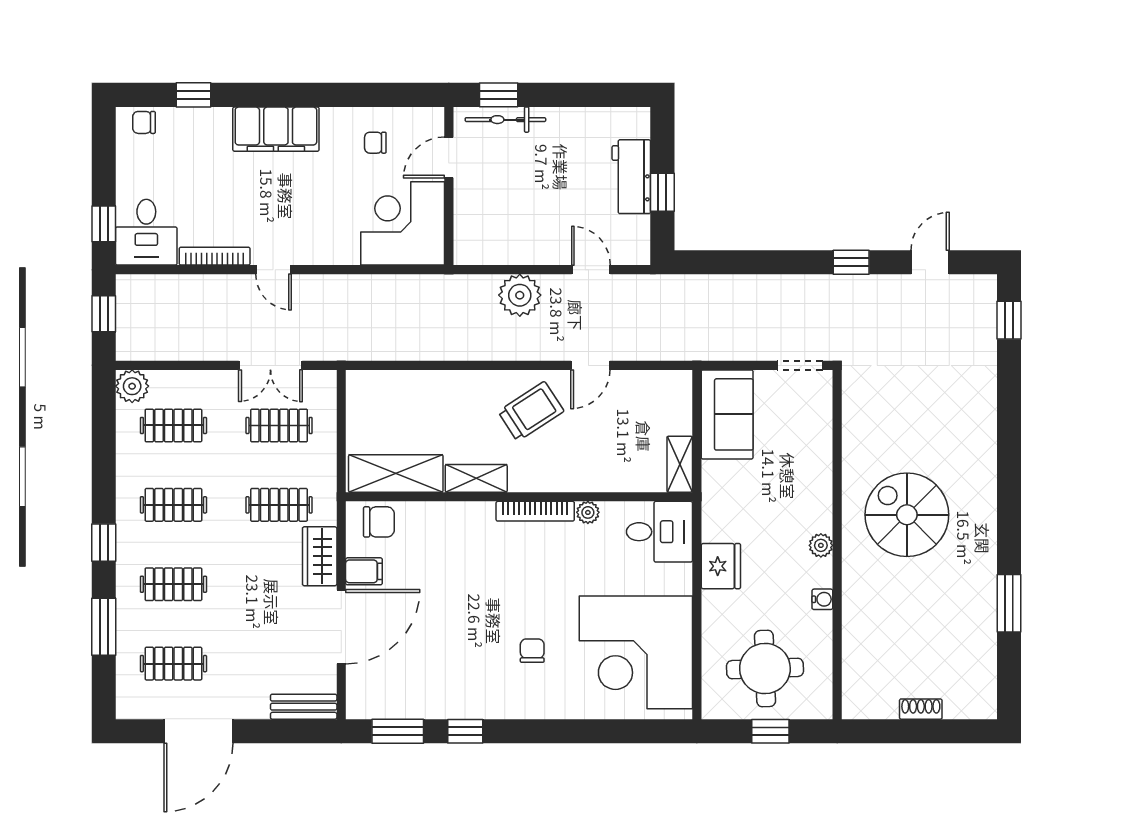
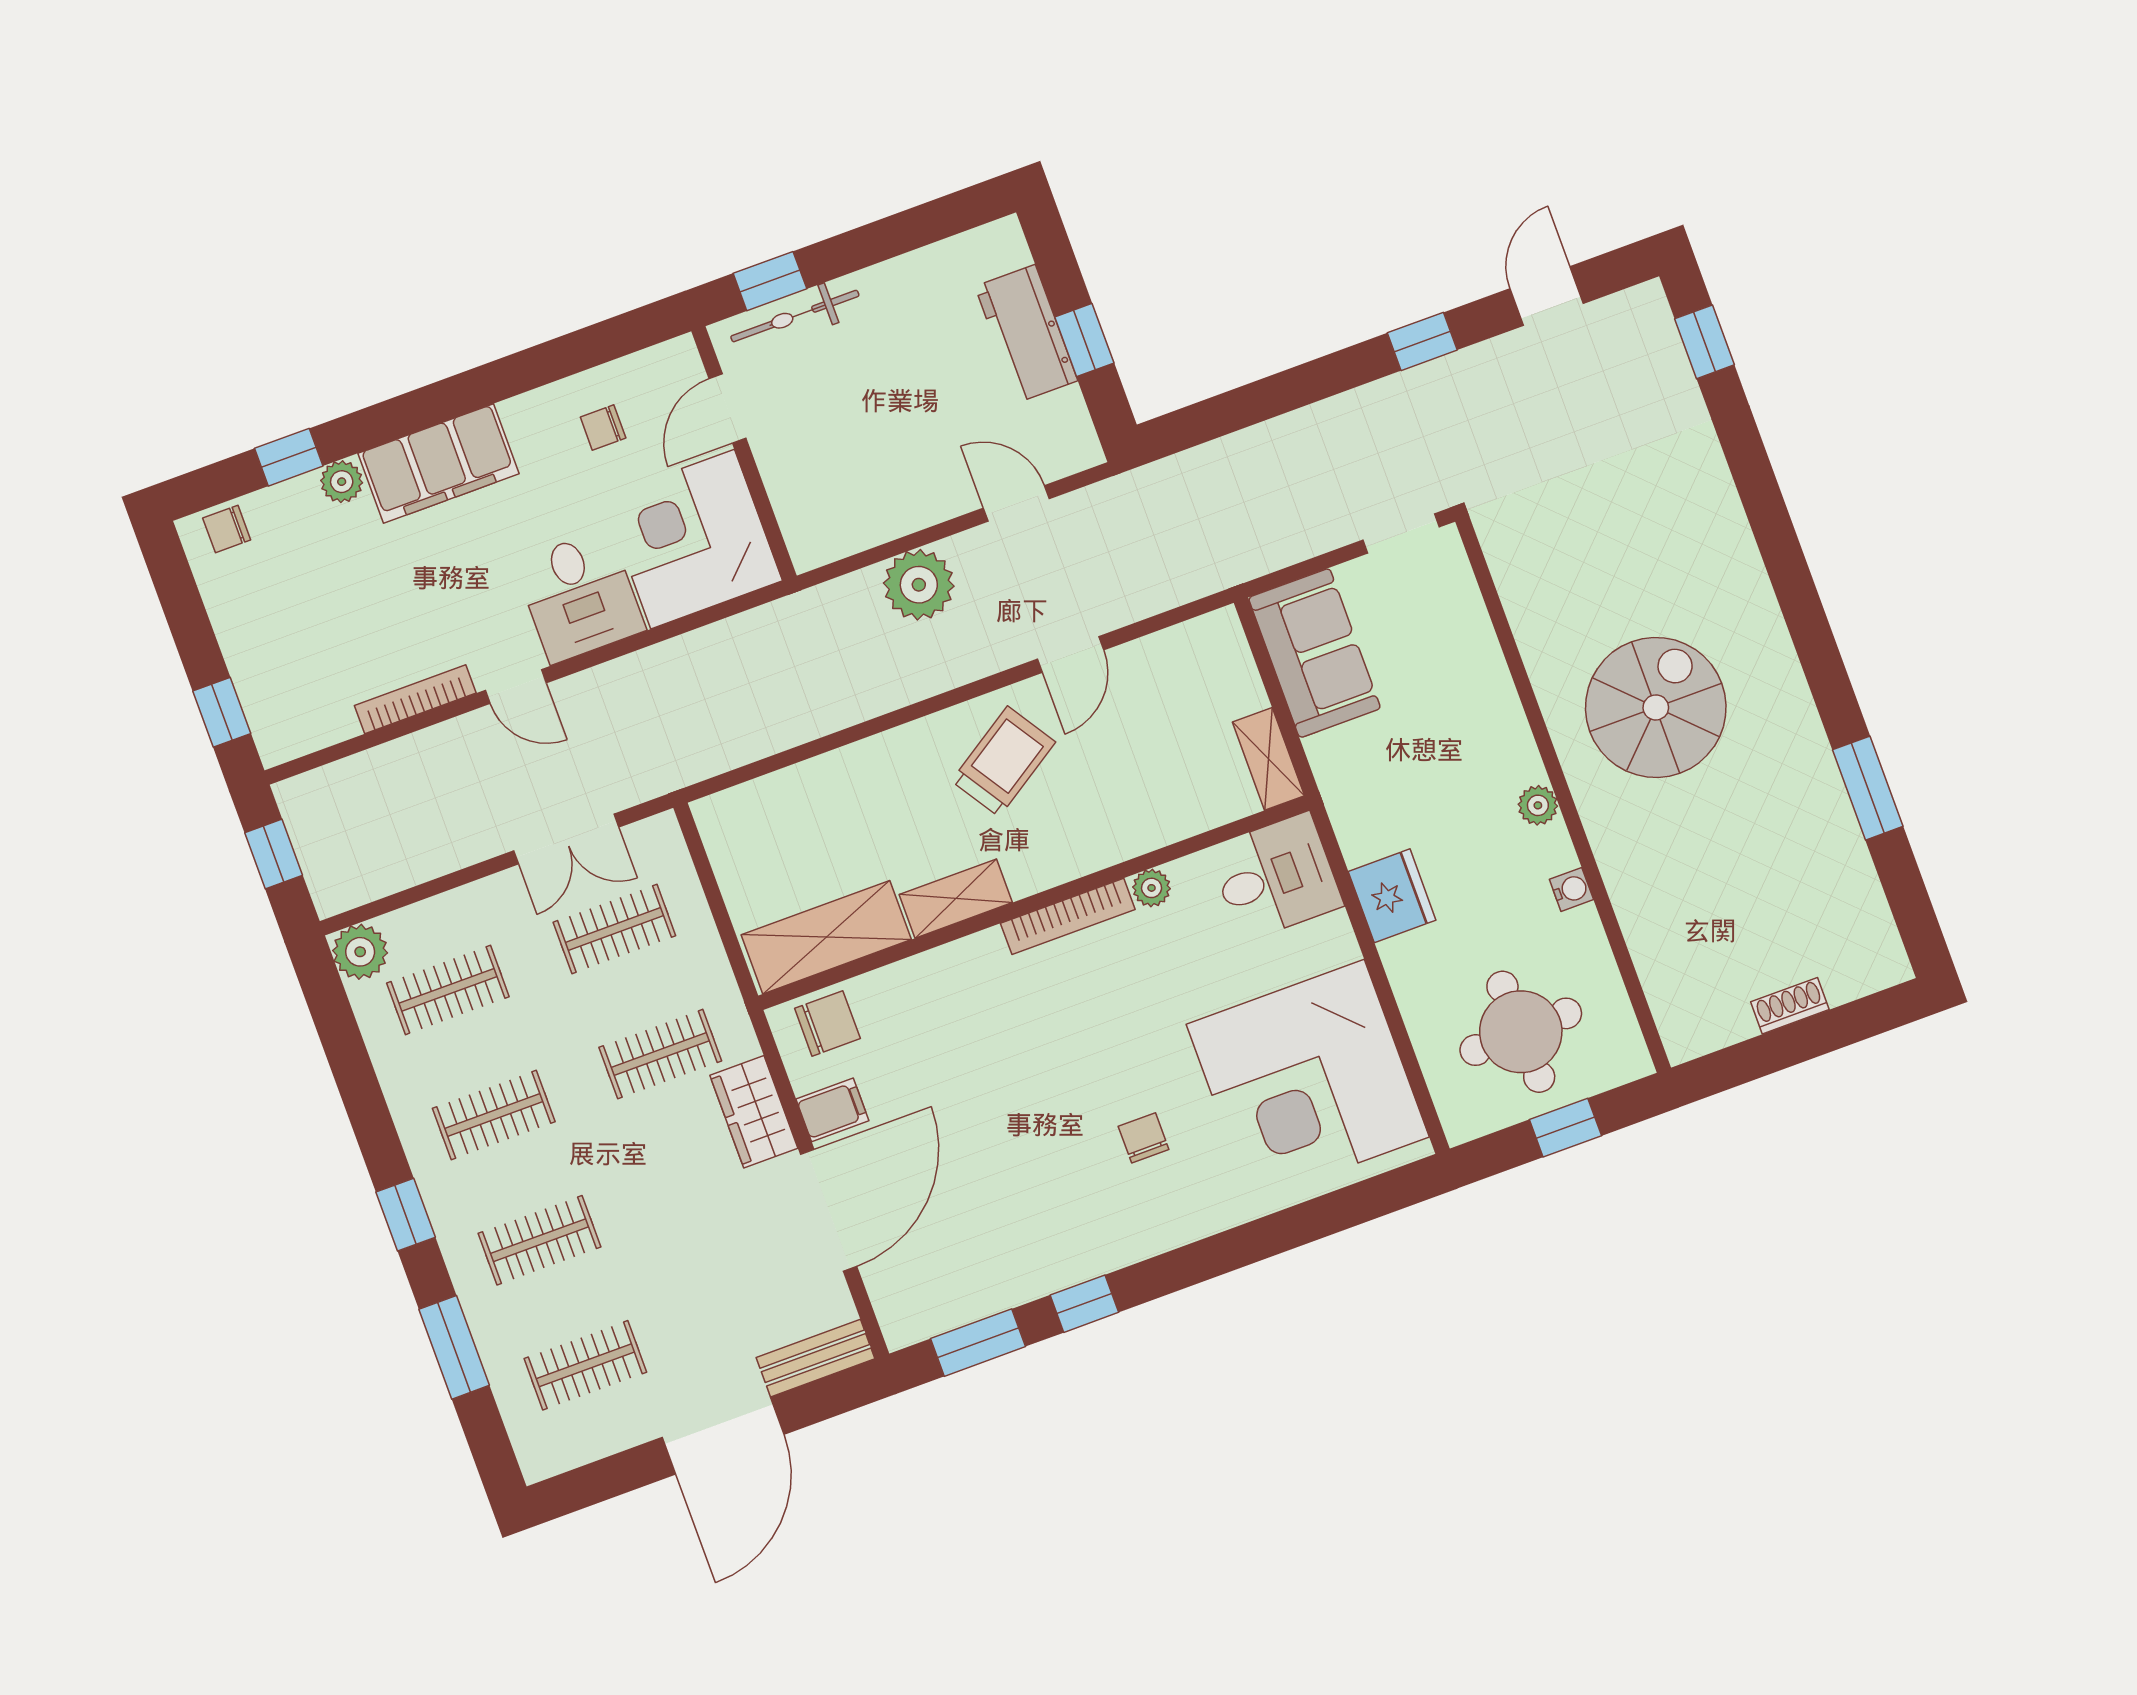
plant: (218, 119) -> (342, 482), added
desk: (146, 232) -> (580, 596), moved
spiral stairs: (907, 515) -> (1656, 707), turned 90
door: (198, 731) -> (723, 1436), moved

